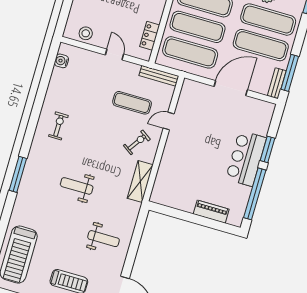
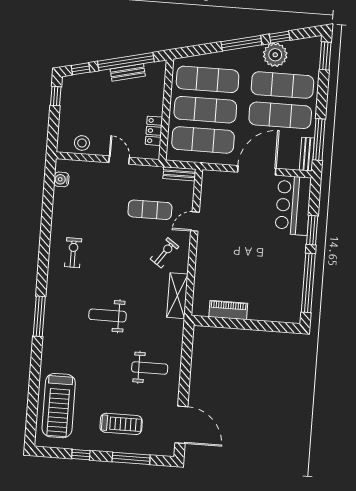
bench: (159, 76) -> (179, 174), width x0.73
bar counter: (246, 158) -> (293, 205), moved
piano: (211, 212) -> (228, 310), moved

